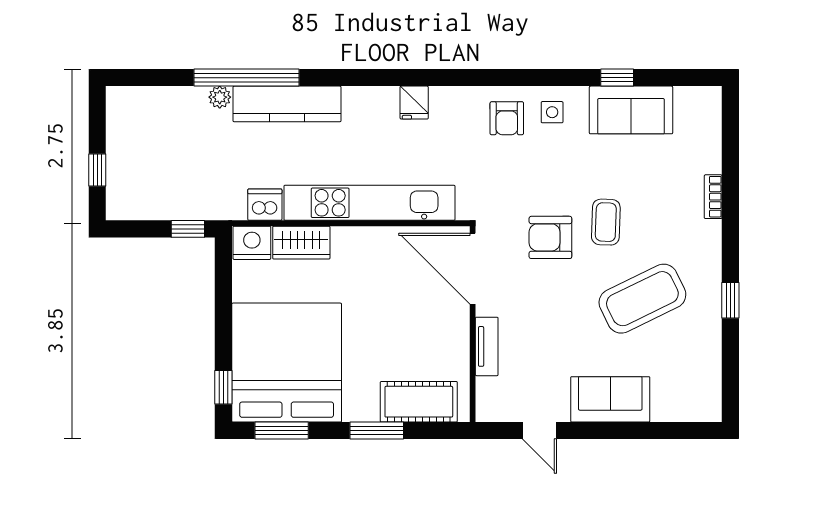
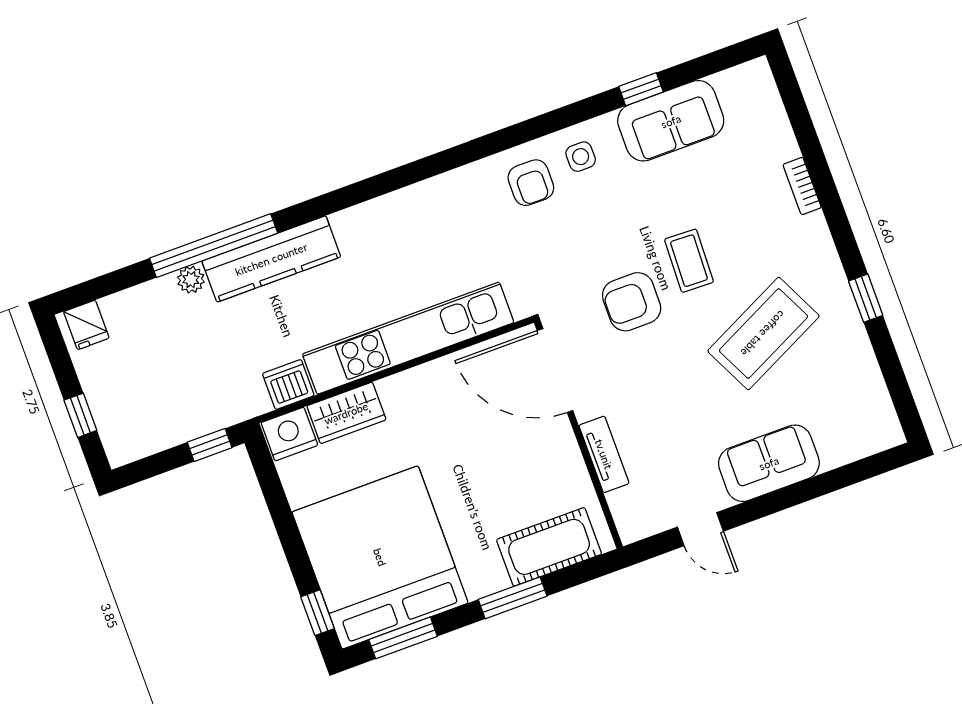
fridge: (414, 103) -> (86, 325), moved

